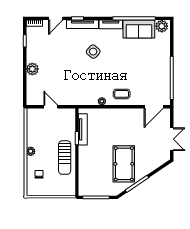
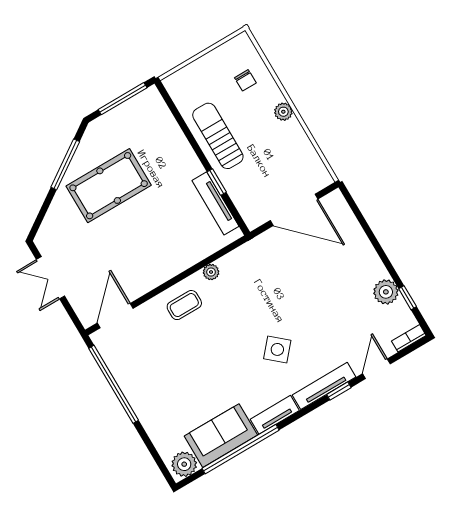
plant: (32, 69) -> (386, 292), moved
door: (51, 107) -> (294, 210), width x1.88
pool table: (124, 164) -> (109, 186), turned 90

